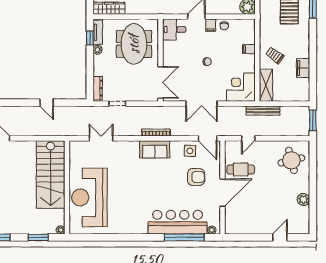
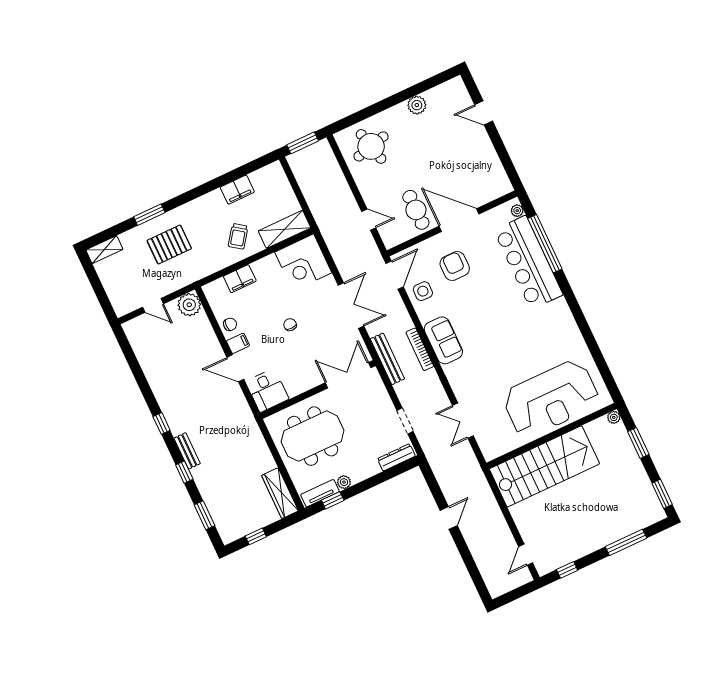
filing cabinet: (249, 49) -> (240, 279), width x2.00
bench: (263, 111) -> (387, 359), moved

